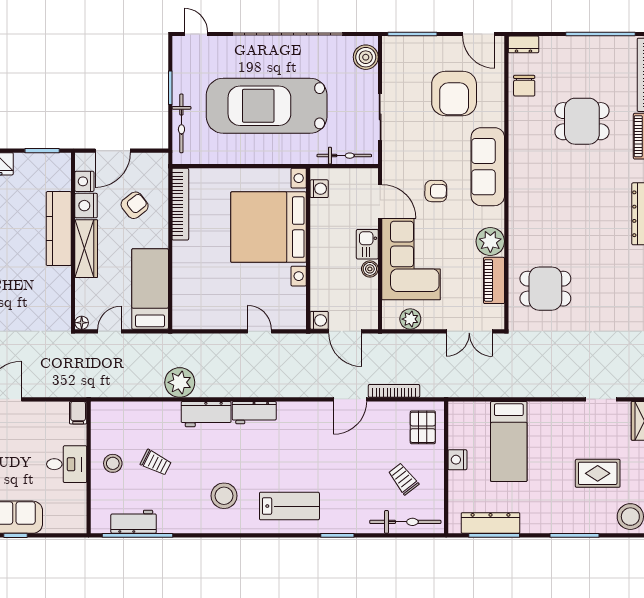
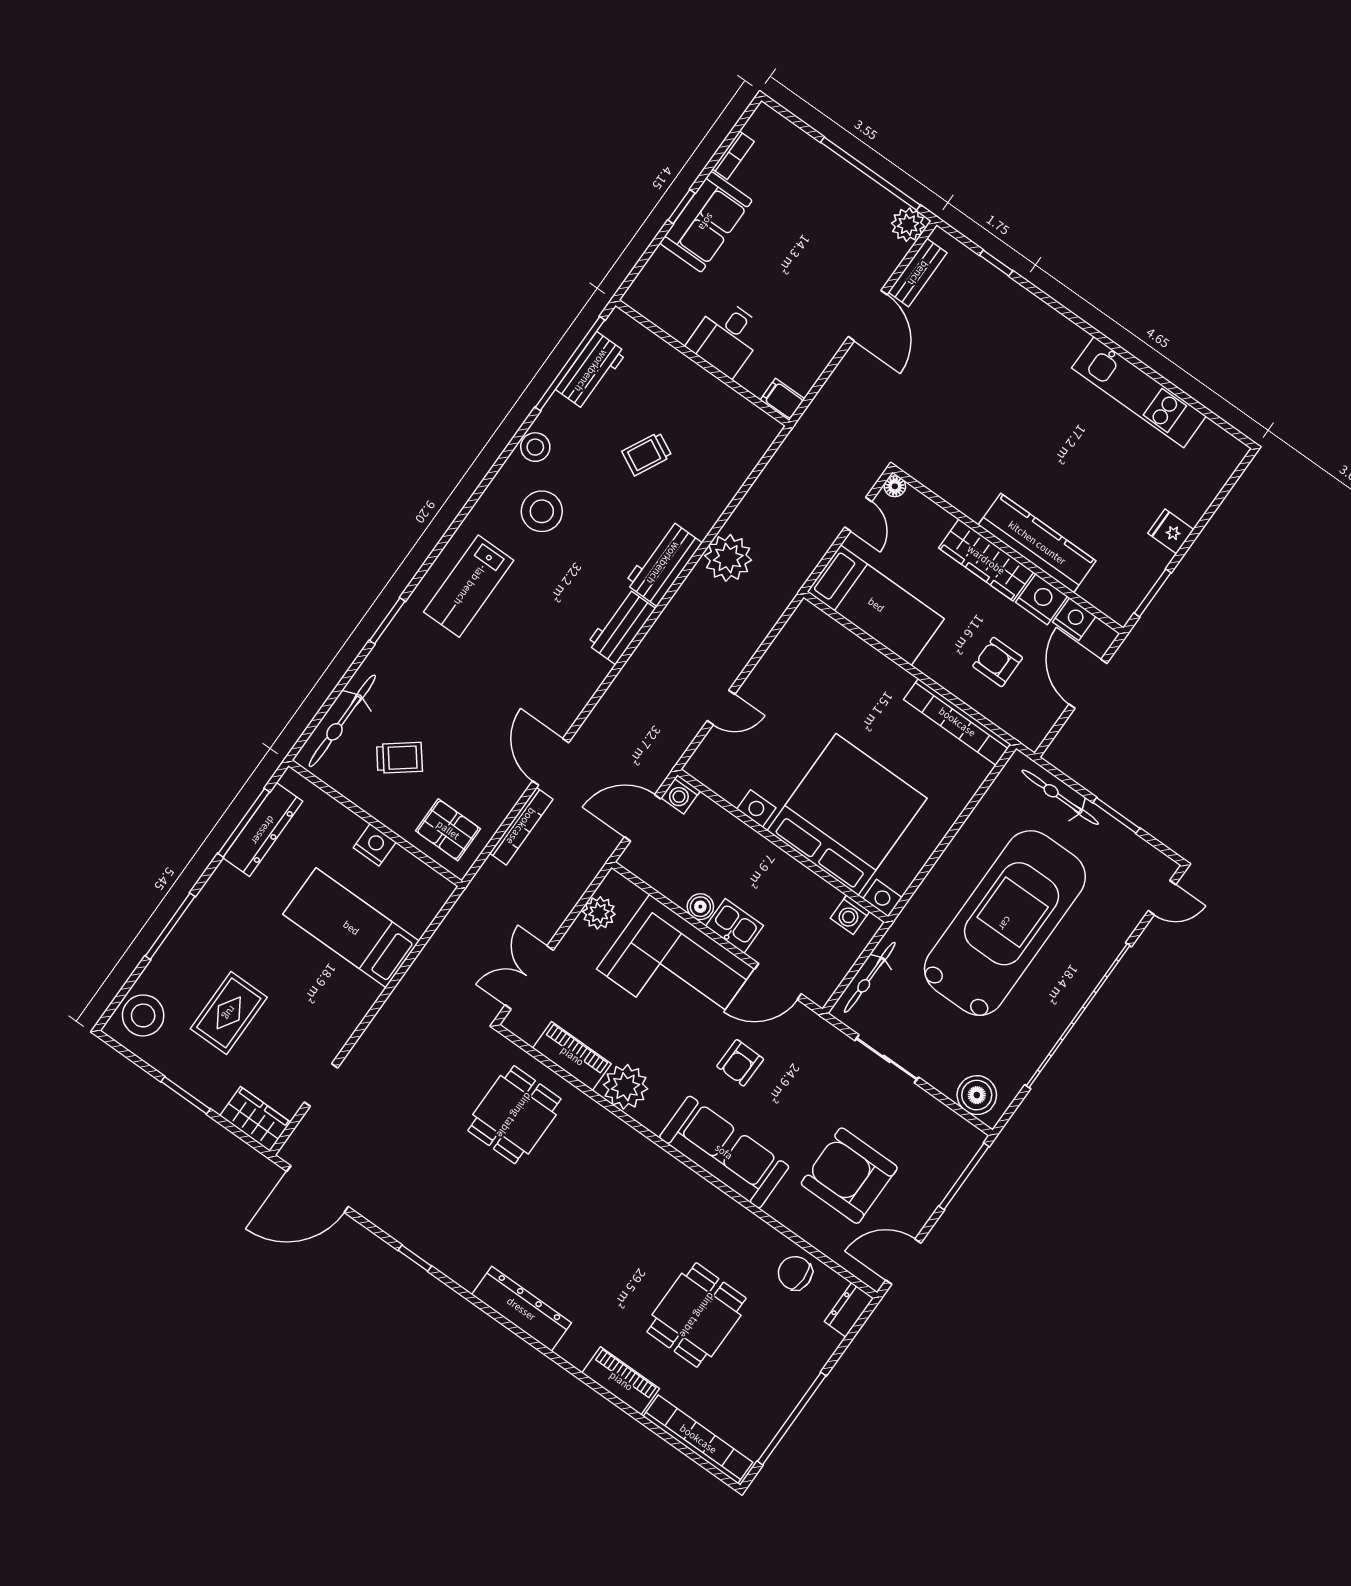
armchair: (135, 205) -> (998, 662), turned 128
stool: (113, 463) -> (535, 447), moved

